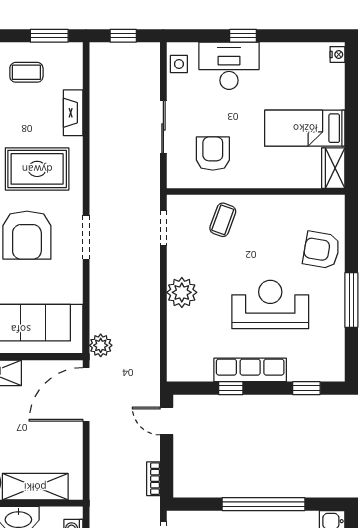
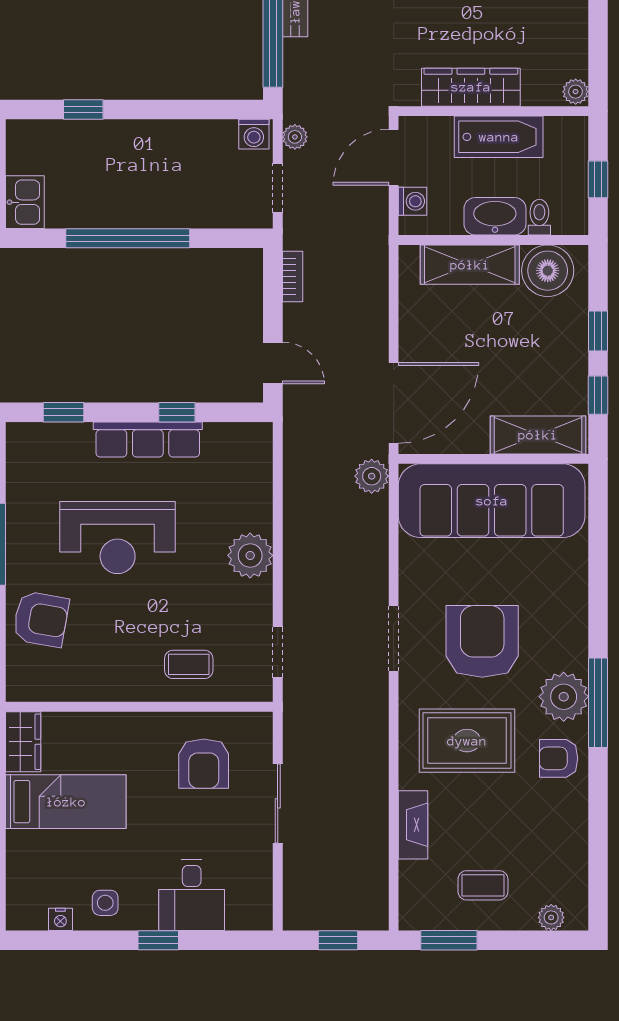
nightstand: (338, 54) -> (60, 919), moved, turned -90
side table: (179, 64) -> (105, 903), moved
desk: (229, 66) -> (192, 895), width x0.73
coffee table: (223, 220) -> (189, 664), turned 70

